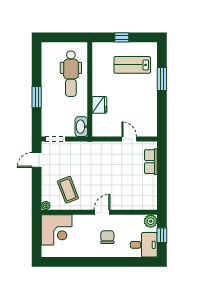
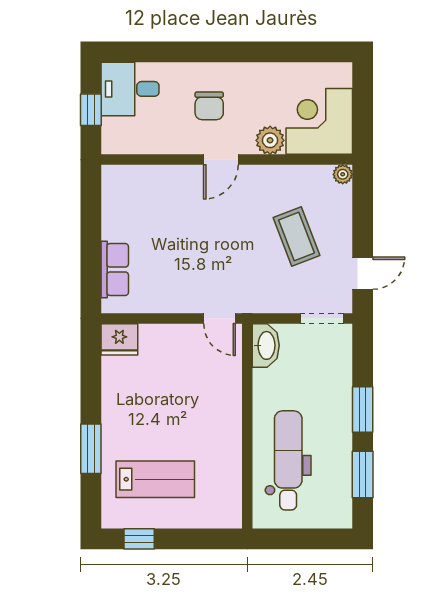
window: (122, 37) -> (139, 539), moved
window: (37, 67) -> (363, 474), added
fridge: (99, 105) -> (119, 339), moved, turned -90
door: (129, 139) -> (220, 318), moved
coffee table: (68, 190) -> (296, 237), moved
plant: (151, 221) -> (270, 140), moved

